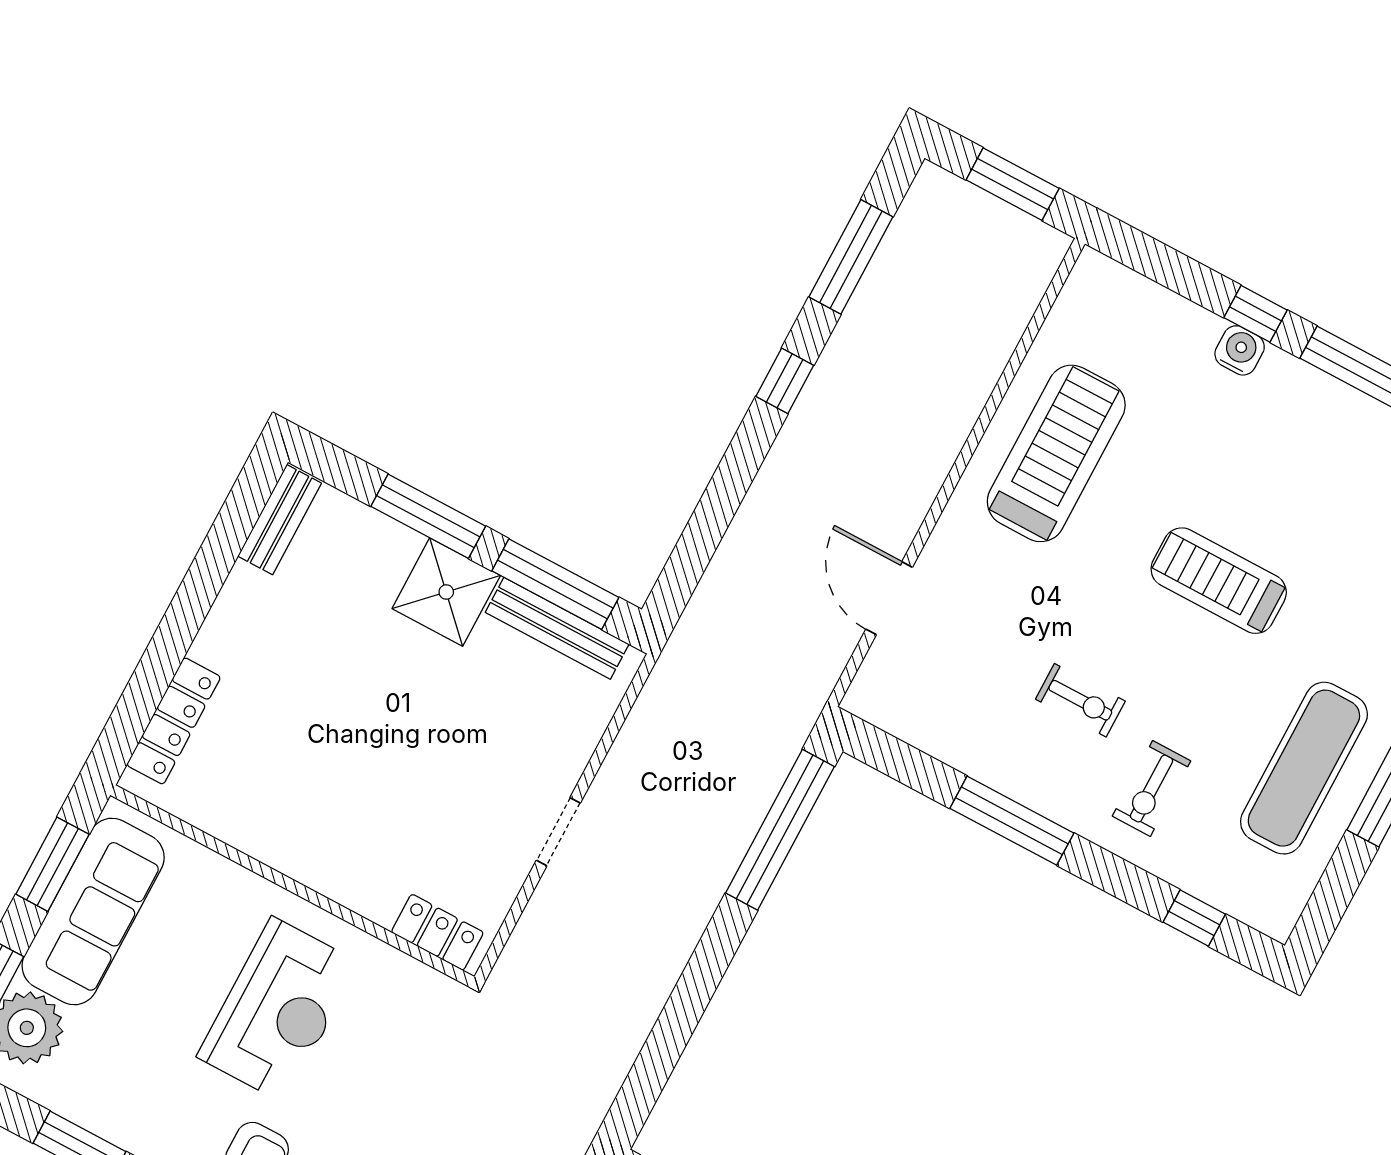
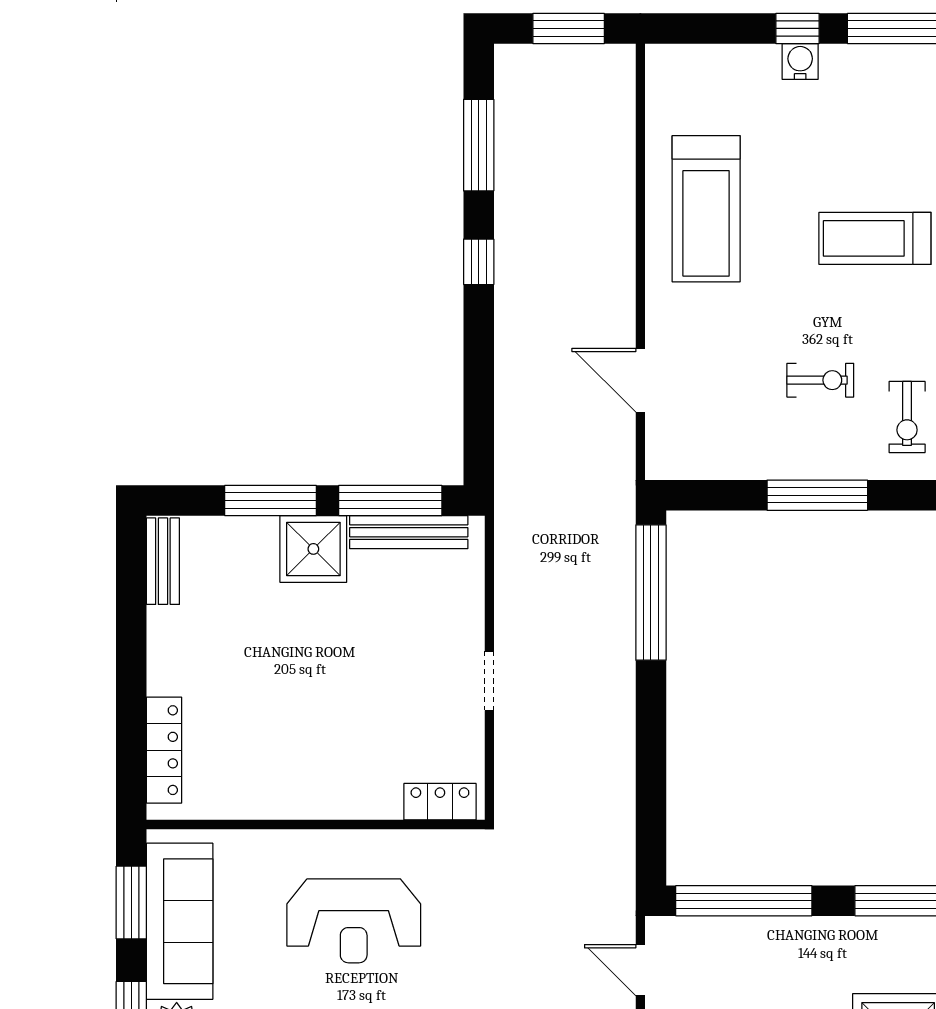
treadmill: (1056, 453) -> (706, 209), turned 180
reception desk: (278, 1010) -> (354, 921), turned 90

